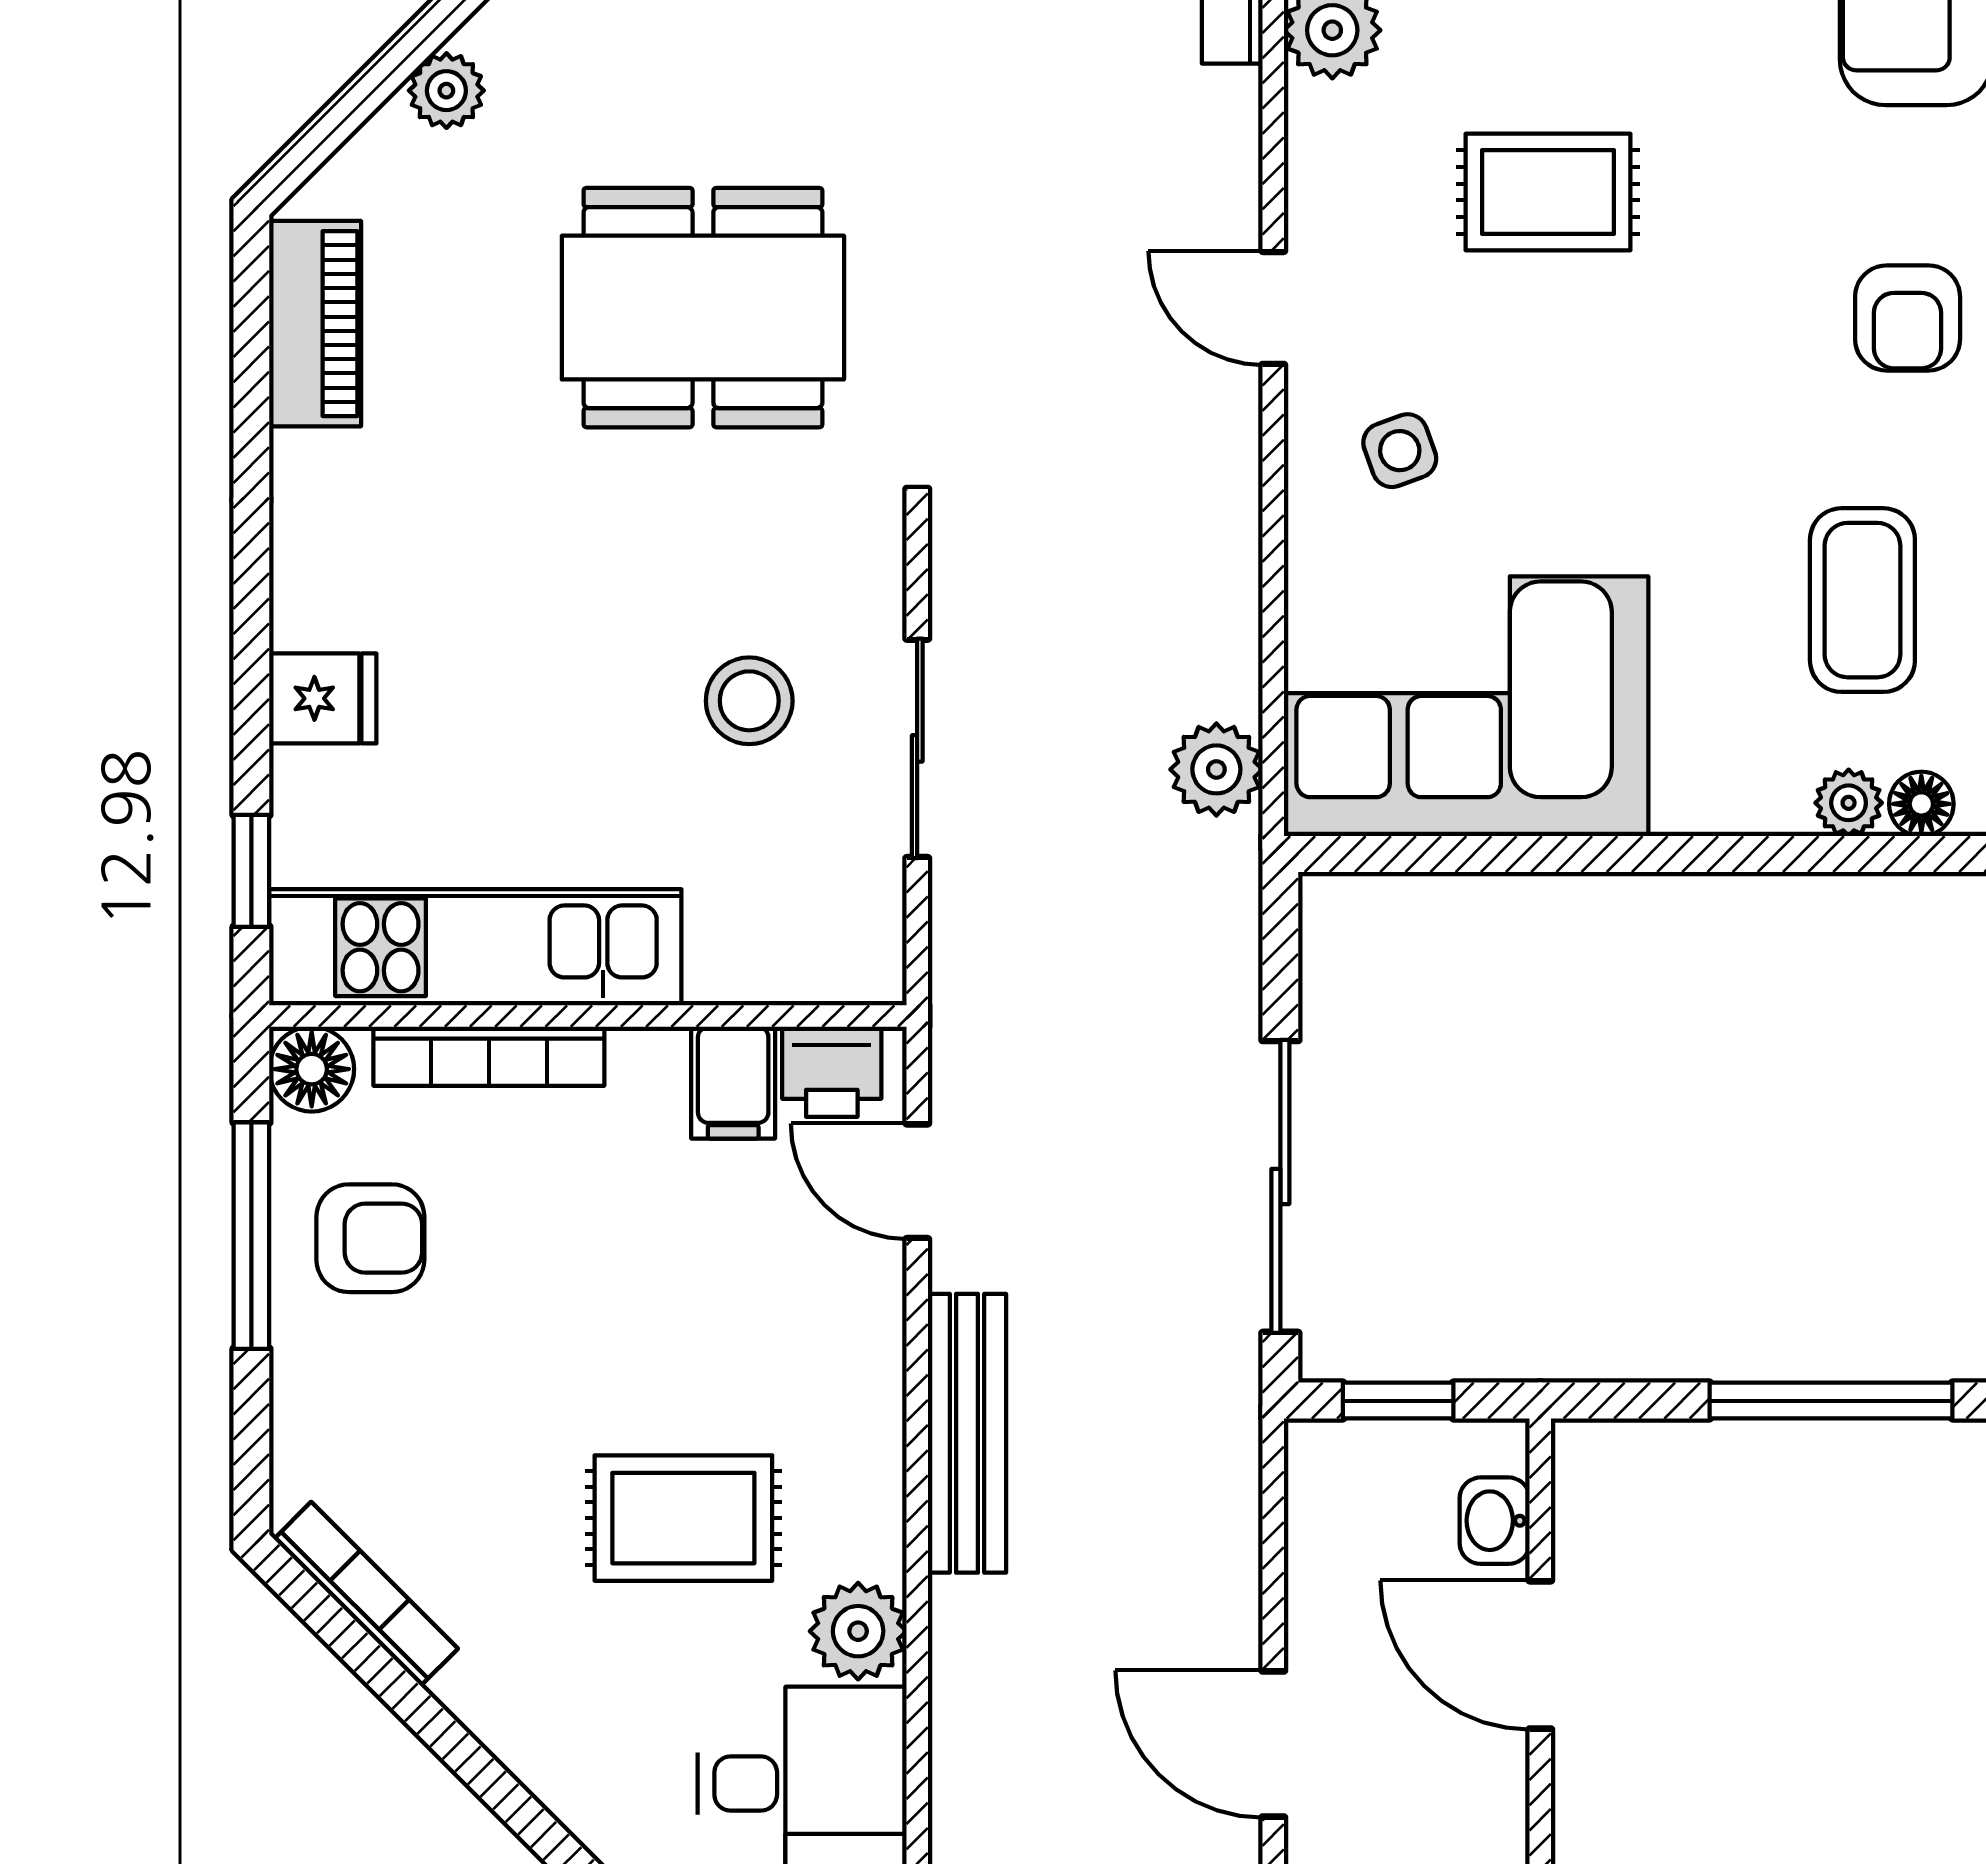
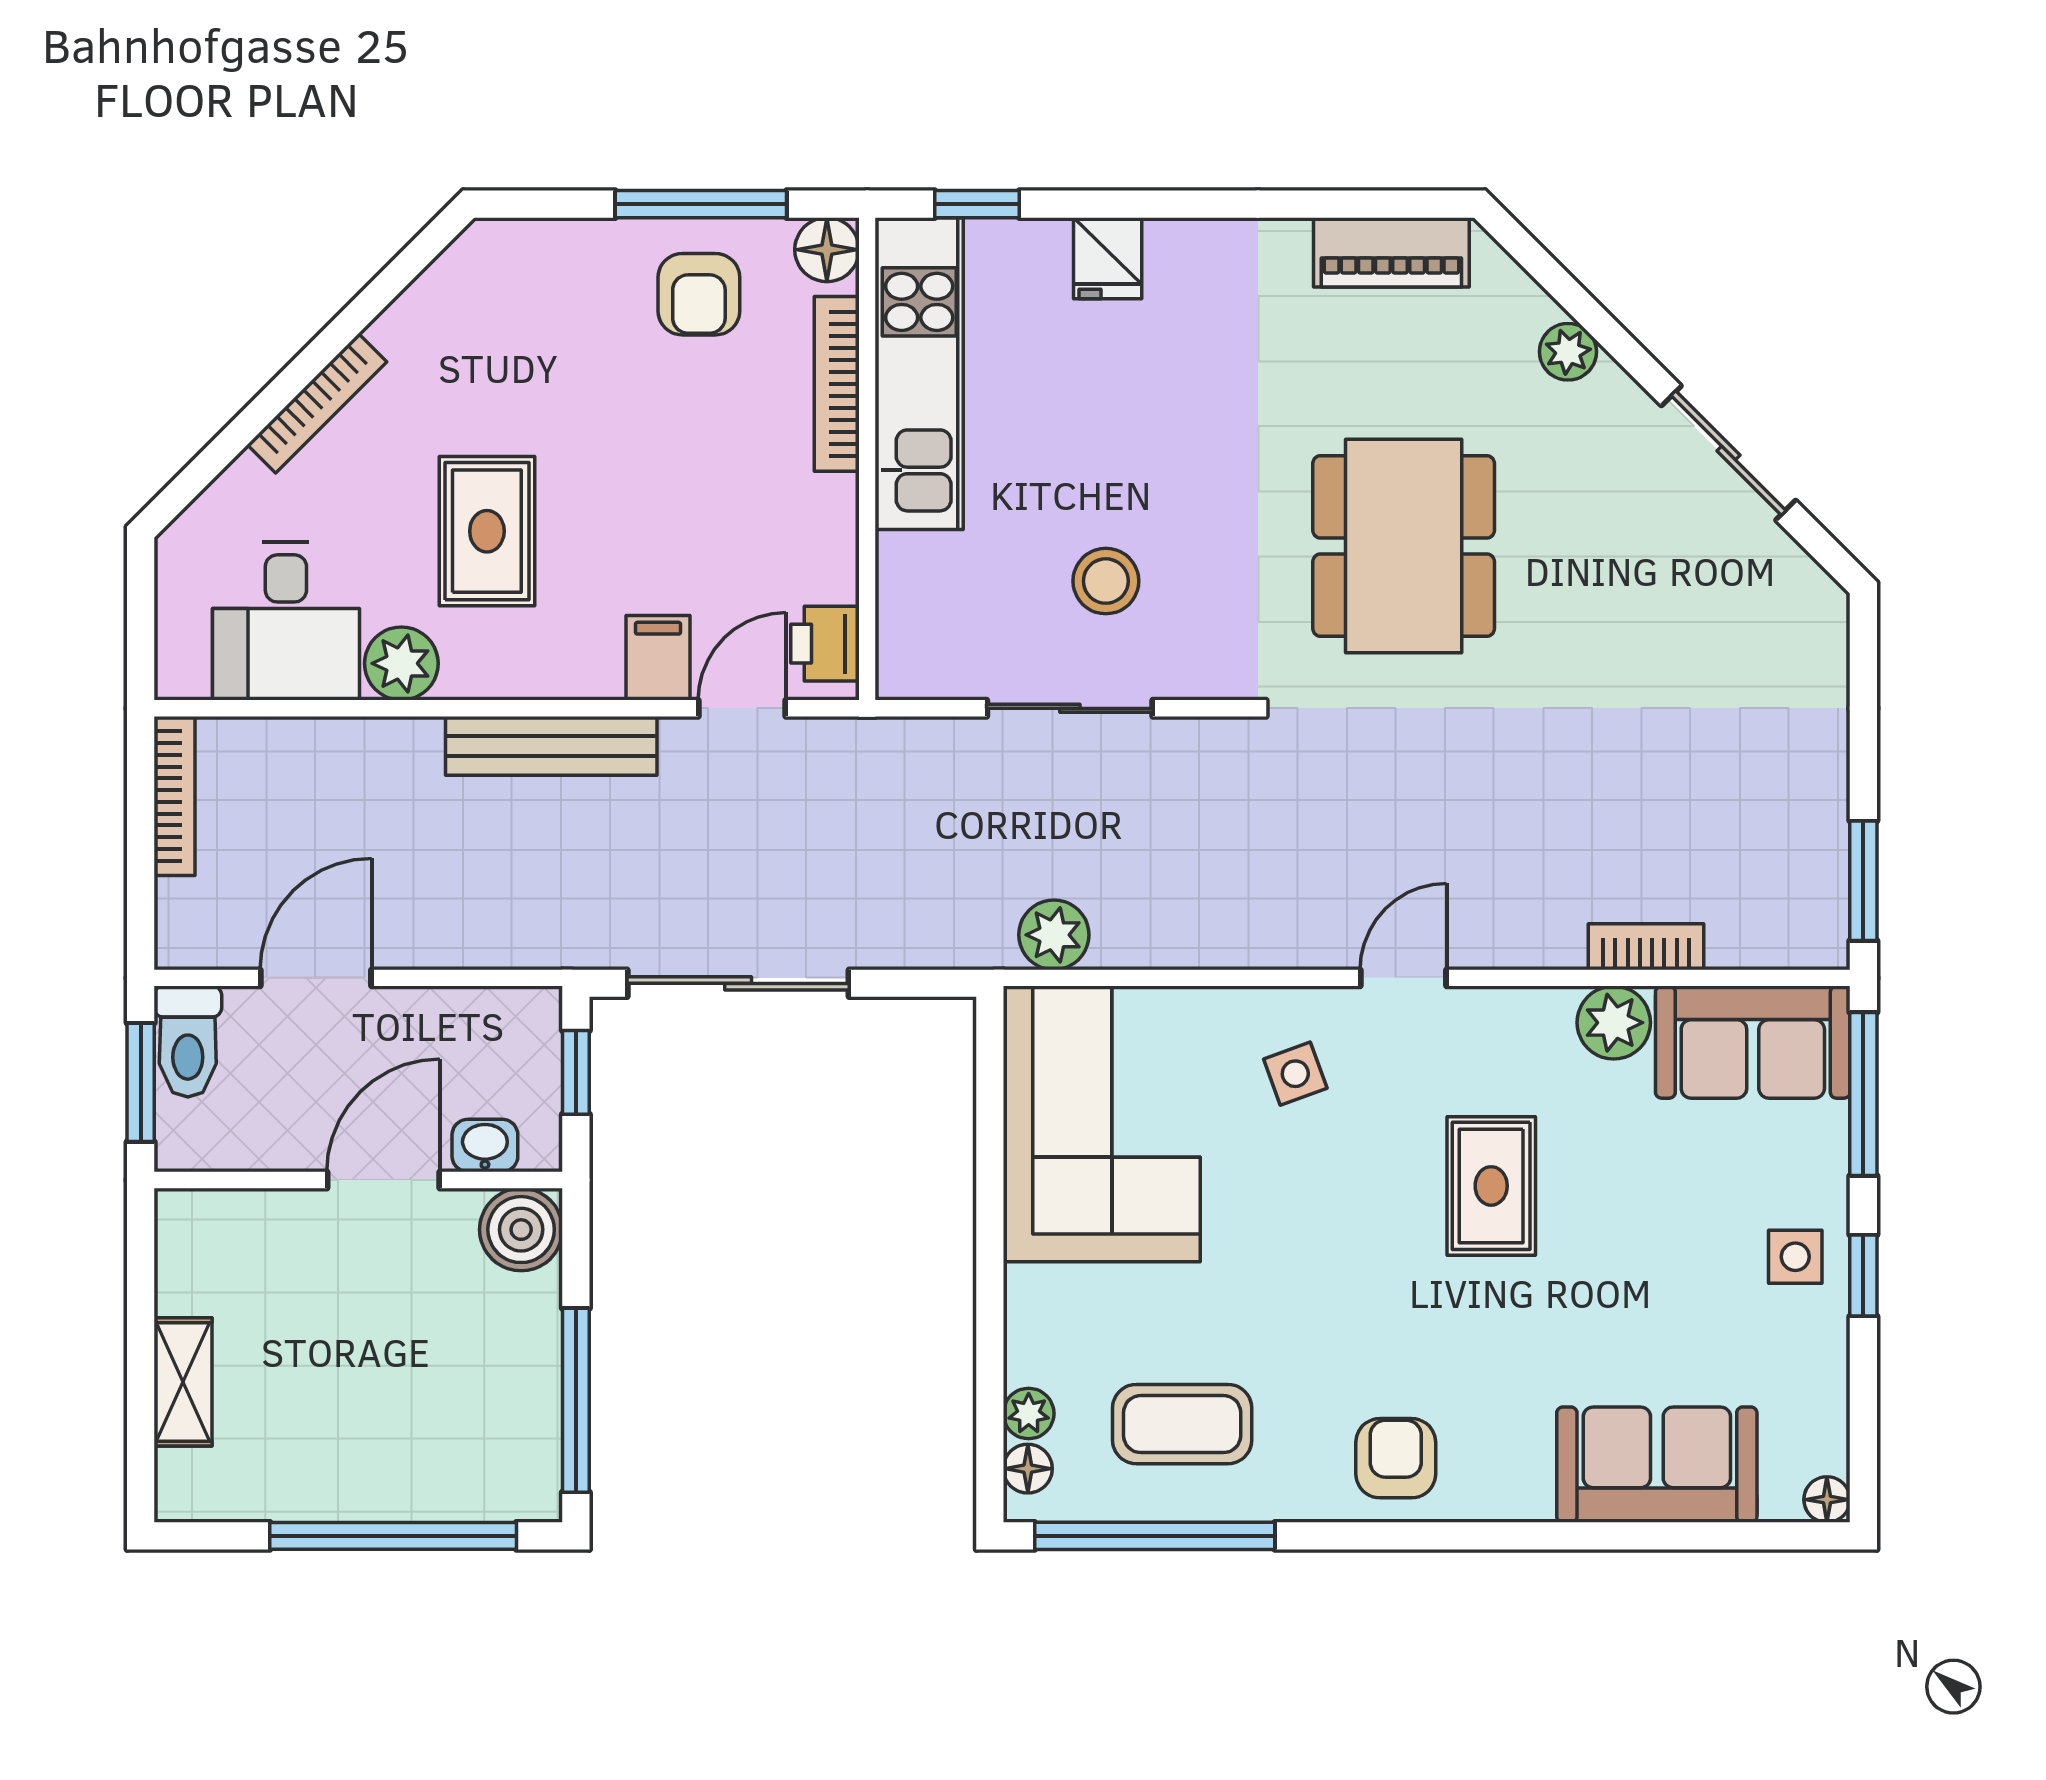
armchair: (1908, 318) -> (1396, 1458), turned 90
filing cabinet: (733, 1083) -> (658, 658), moved, turned 90
boiler: (1606, 1473) -> (521, 1230), added
bookcase: (366, 1594) -> (317, 403), moved

